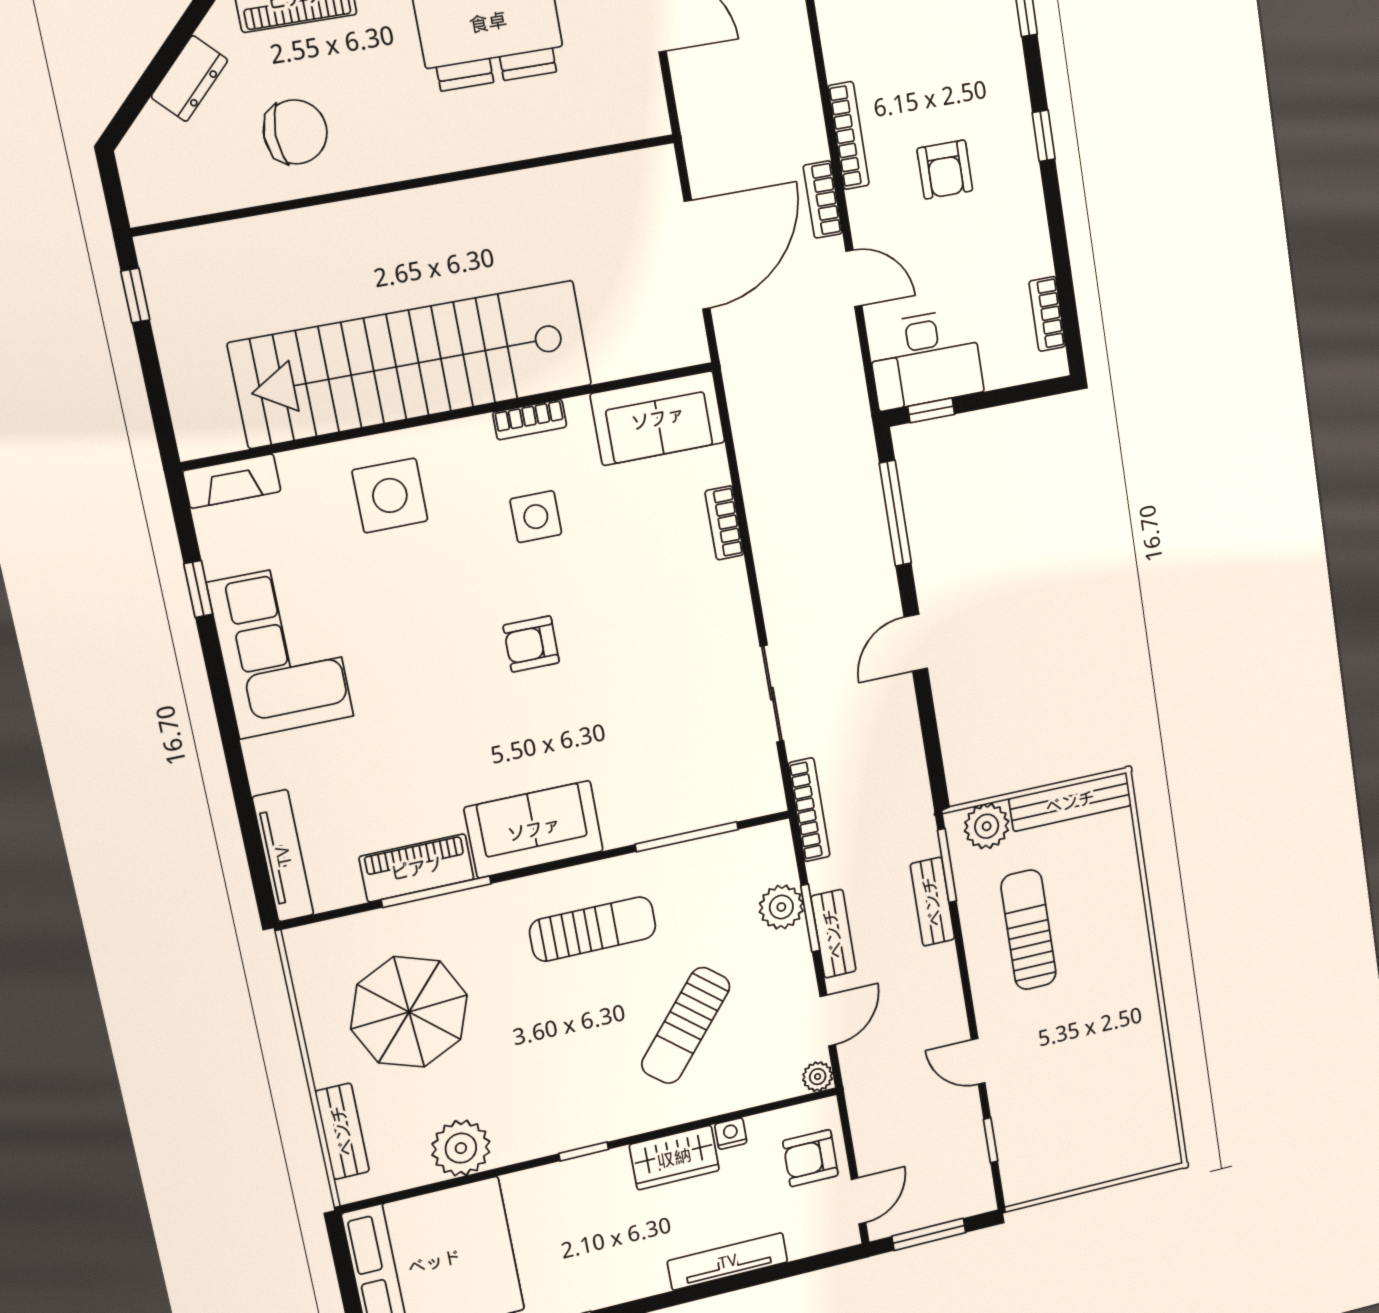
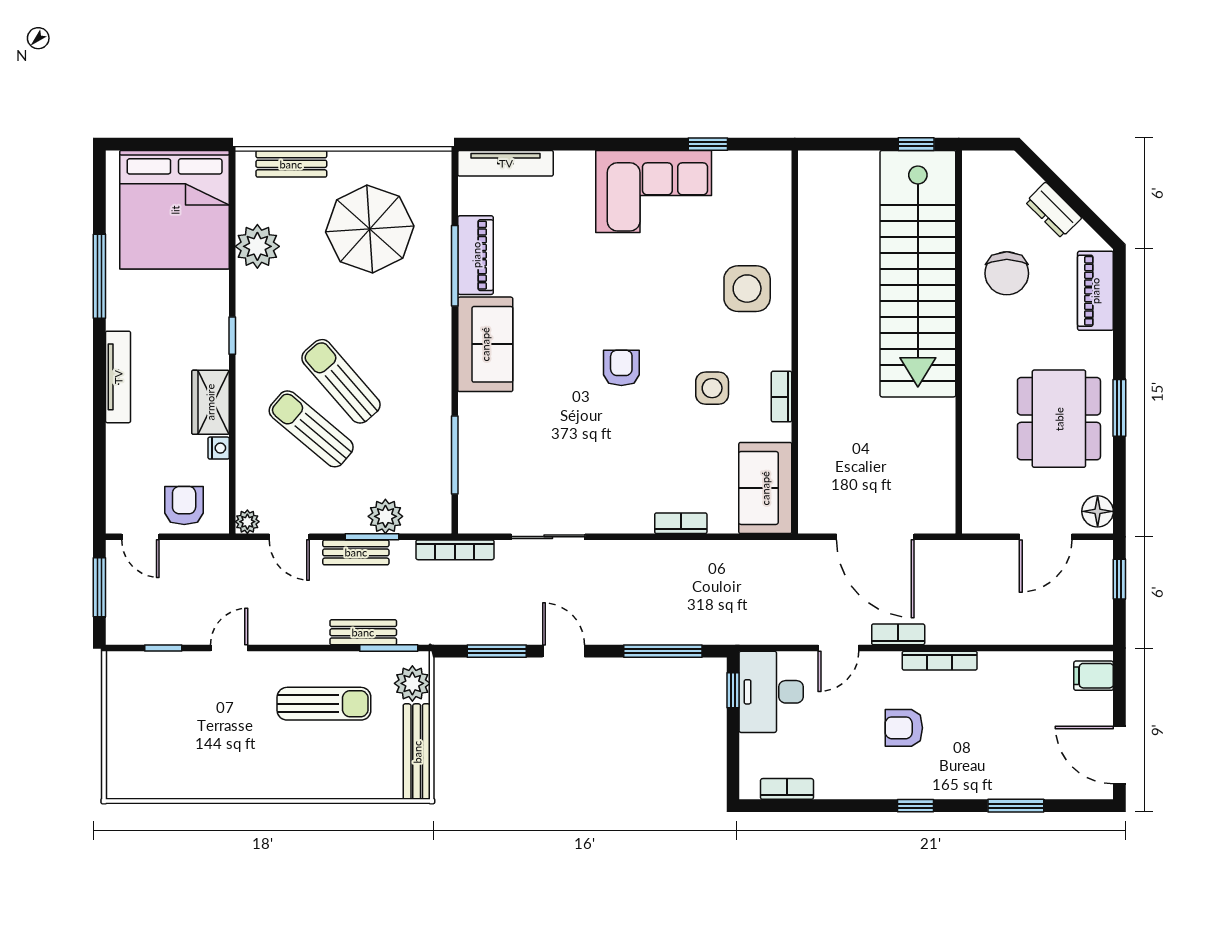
stairs: (412, 364) -> (918, 274), moved, turned 180
fireplace: (232, 481) -> (778, 182), removed
window: (929, 729) -> (497, 651), added
sun lounger: (593, 929) -> (341, 381), moved, turned 139
tv unit: (728, 1261) -> (118, 377), moved

